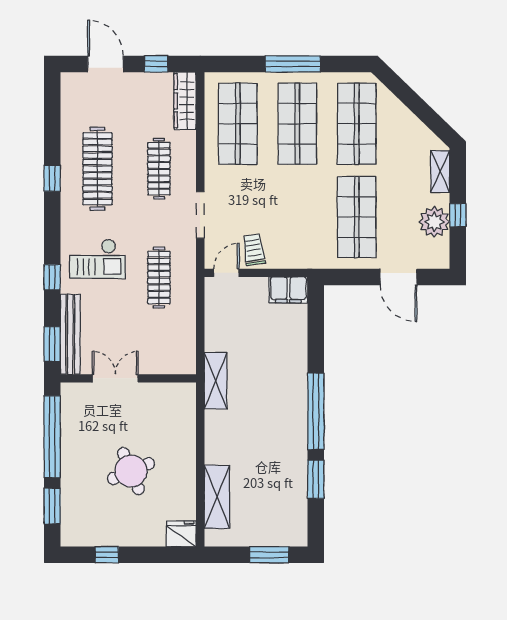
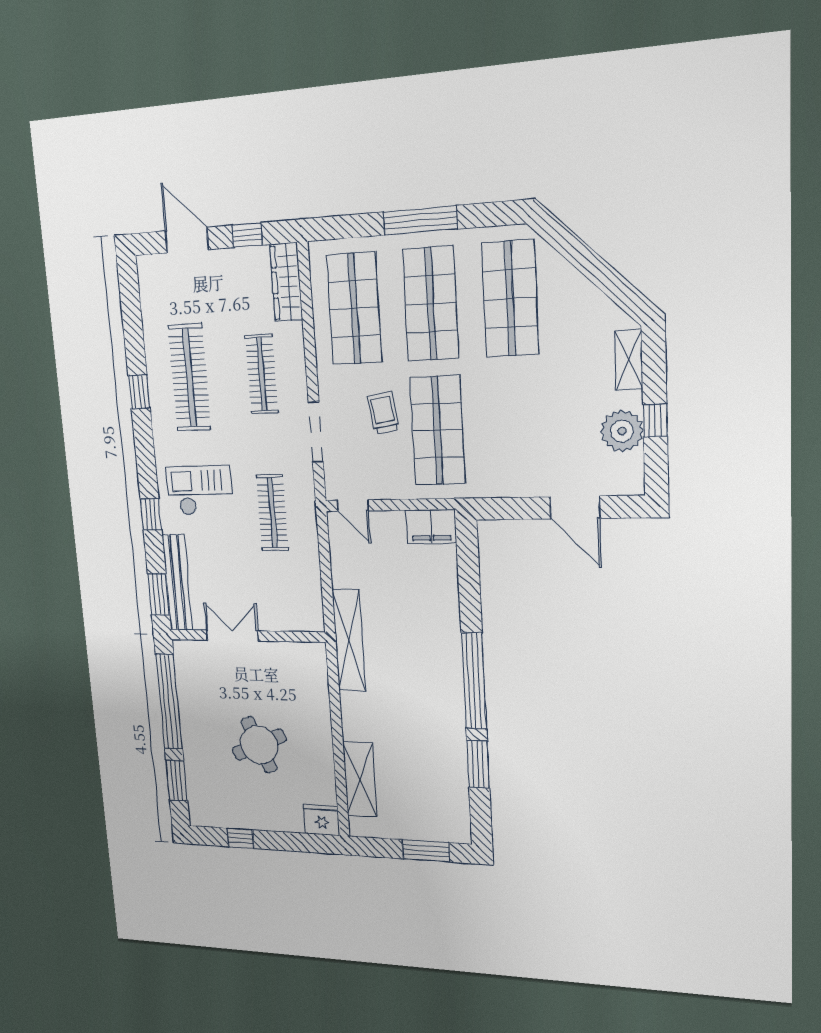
shop shelf: (357, 217) -> (437, 431), moved
trolley: (254, 250) -> (383, 413), moved
checkout: (97, 259) -> (199, 491), turned 180
door: (226, 273) -> (353, 506), swing flipped
shelving: (216, 381) -> (349, 640), width x1.47

